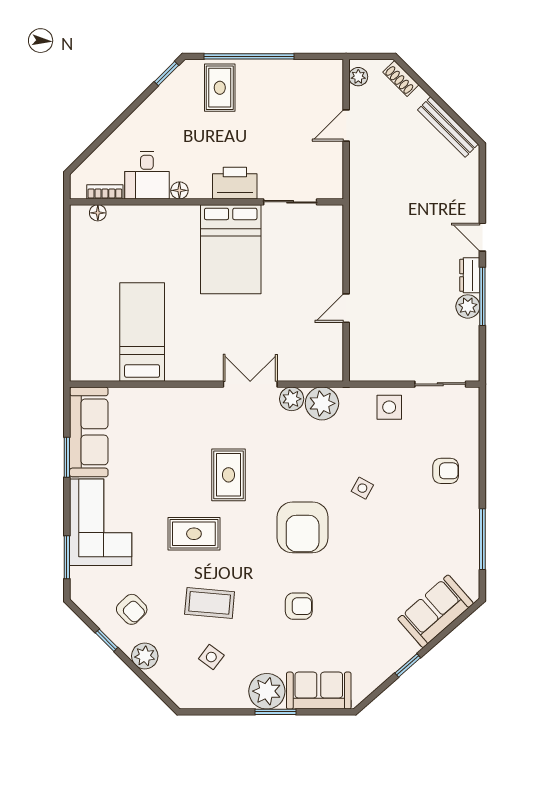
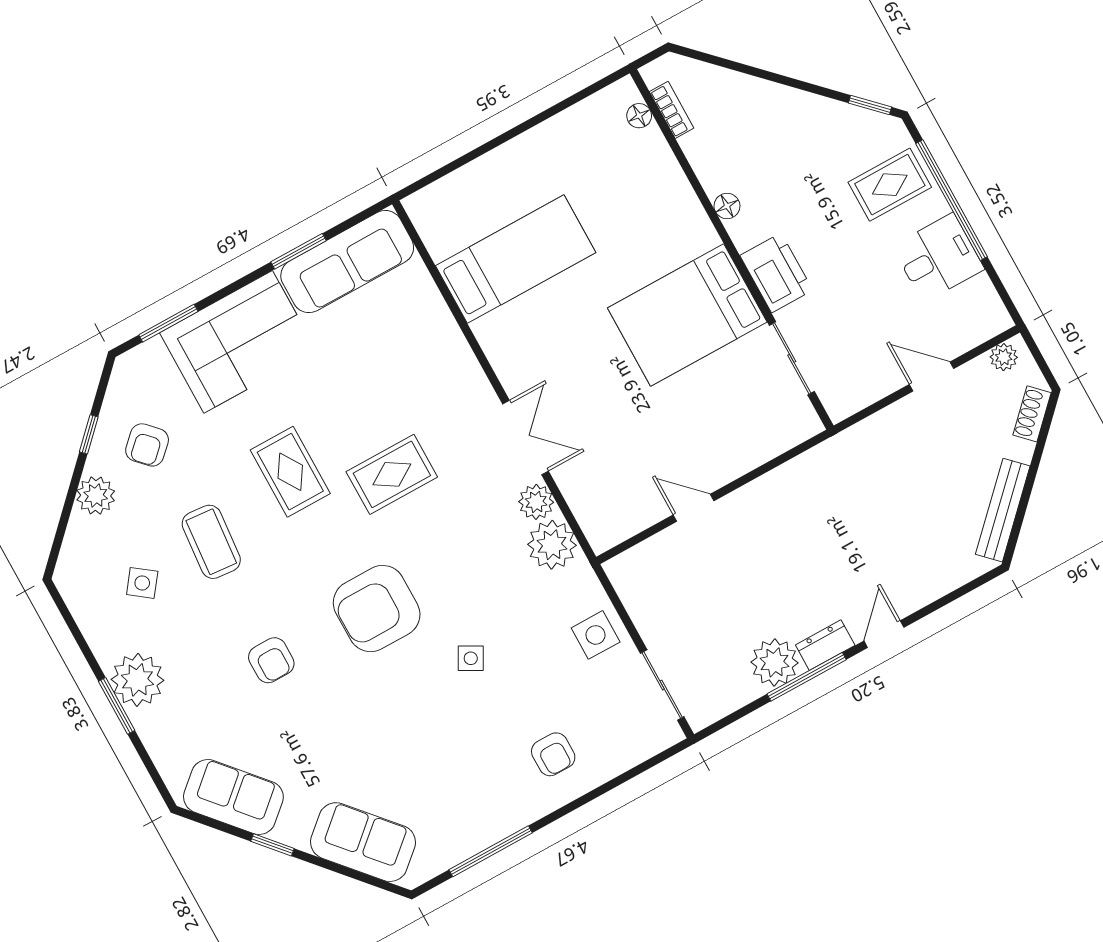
desk: (147, 175) -> (938, 258), moved, turned 180
plant: (468, 306) -> (775, 662), width x1.36, depth x1.36
sofa: (319, 691) -> (233, 797), moved, turned -41

